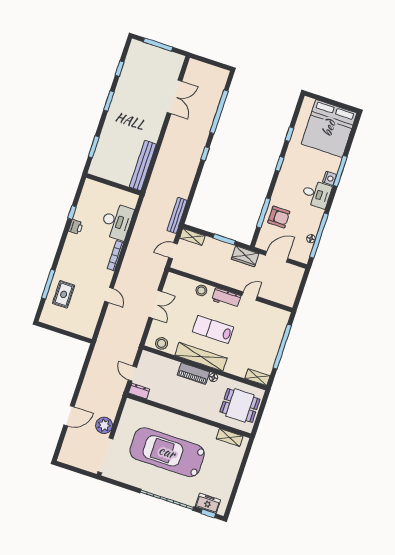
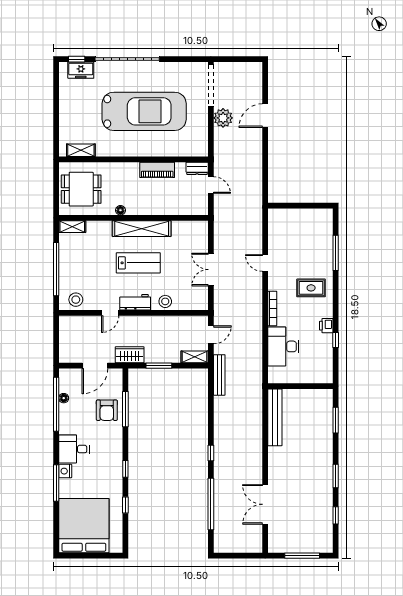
armchair: (279, 217) -> (107, 410), turned -90
rug: (64, 294) -> (311, 288), moved, turned 90
stool: (162, 343) -> (76, 300), moved
piano: (193, 374) -> (157, 170), moved, turned 180

